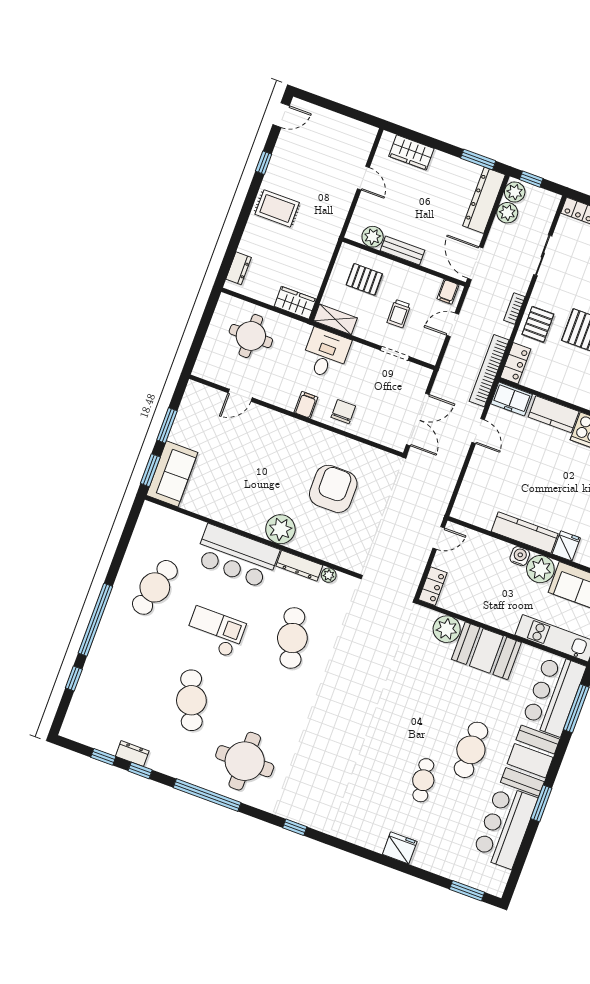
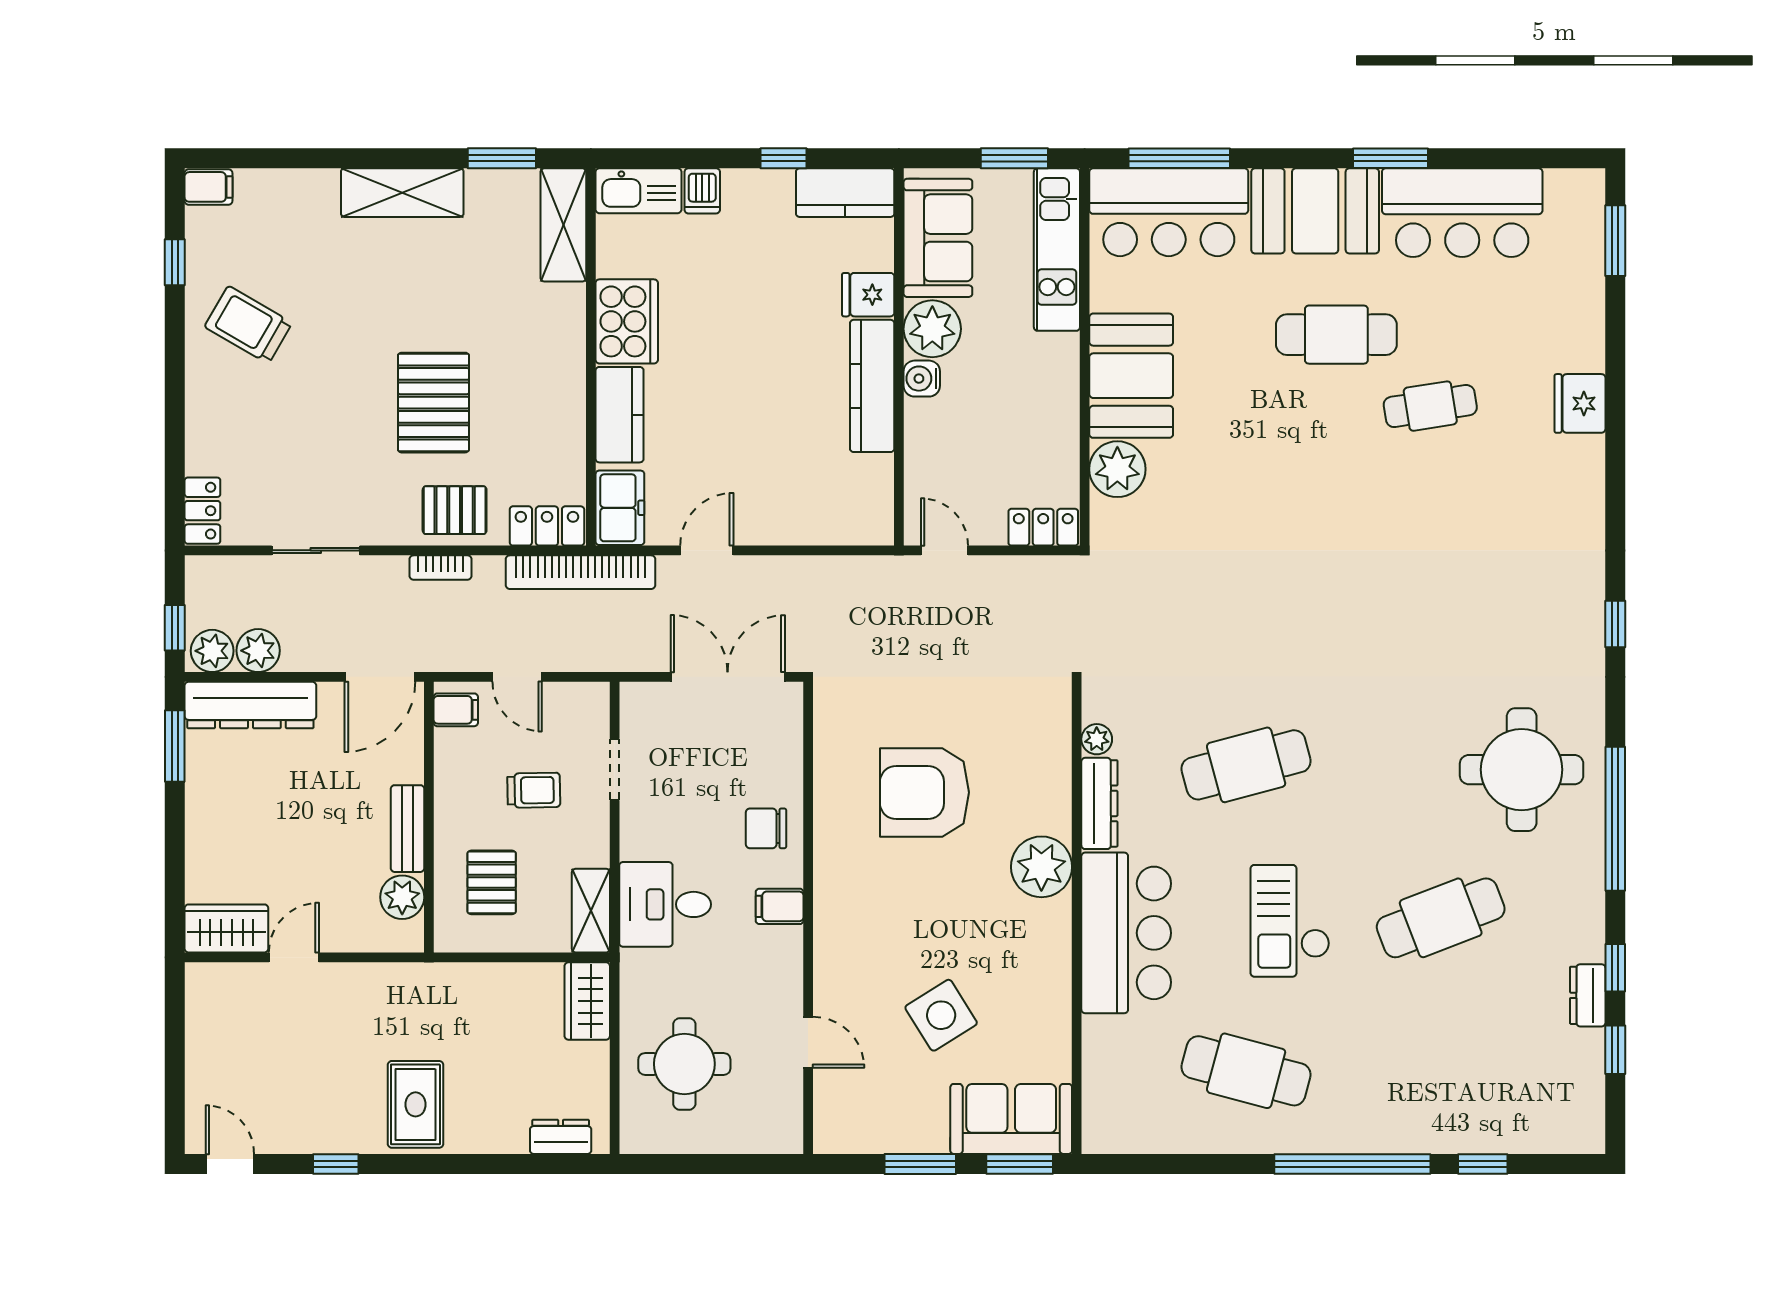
wardrobe: (411, 152) -> (226, 928), moved, turned -90
side table: (230, 460) -> (941, 1015), added

